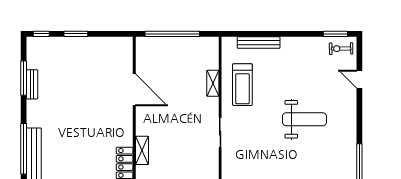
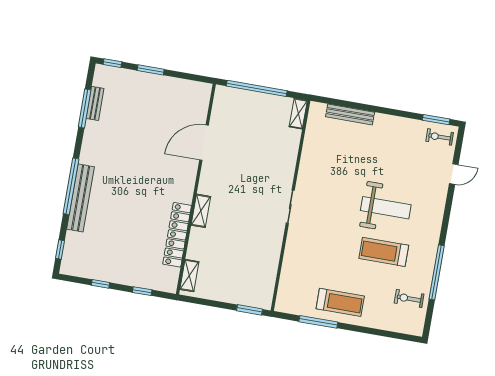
door: (359, 79) -> (454, 174), swing flipped
shelving: (213, 83) -> (298, 114), moved
bench: (32, 84) -> (95, 103), moved
treadmill: (242, 85) -> (384, 252), moved, turned 90
door: (134, 90) -> (204, 143), swing flipped

